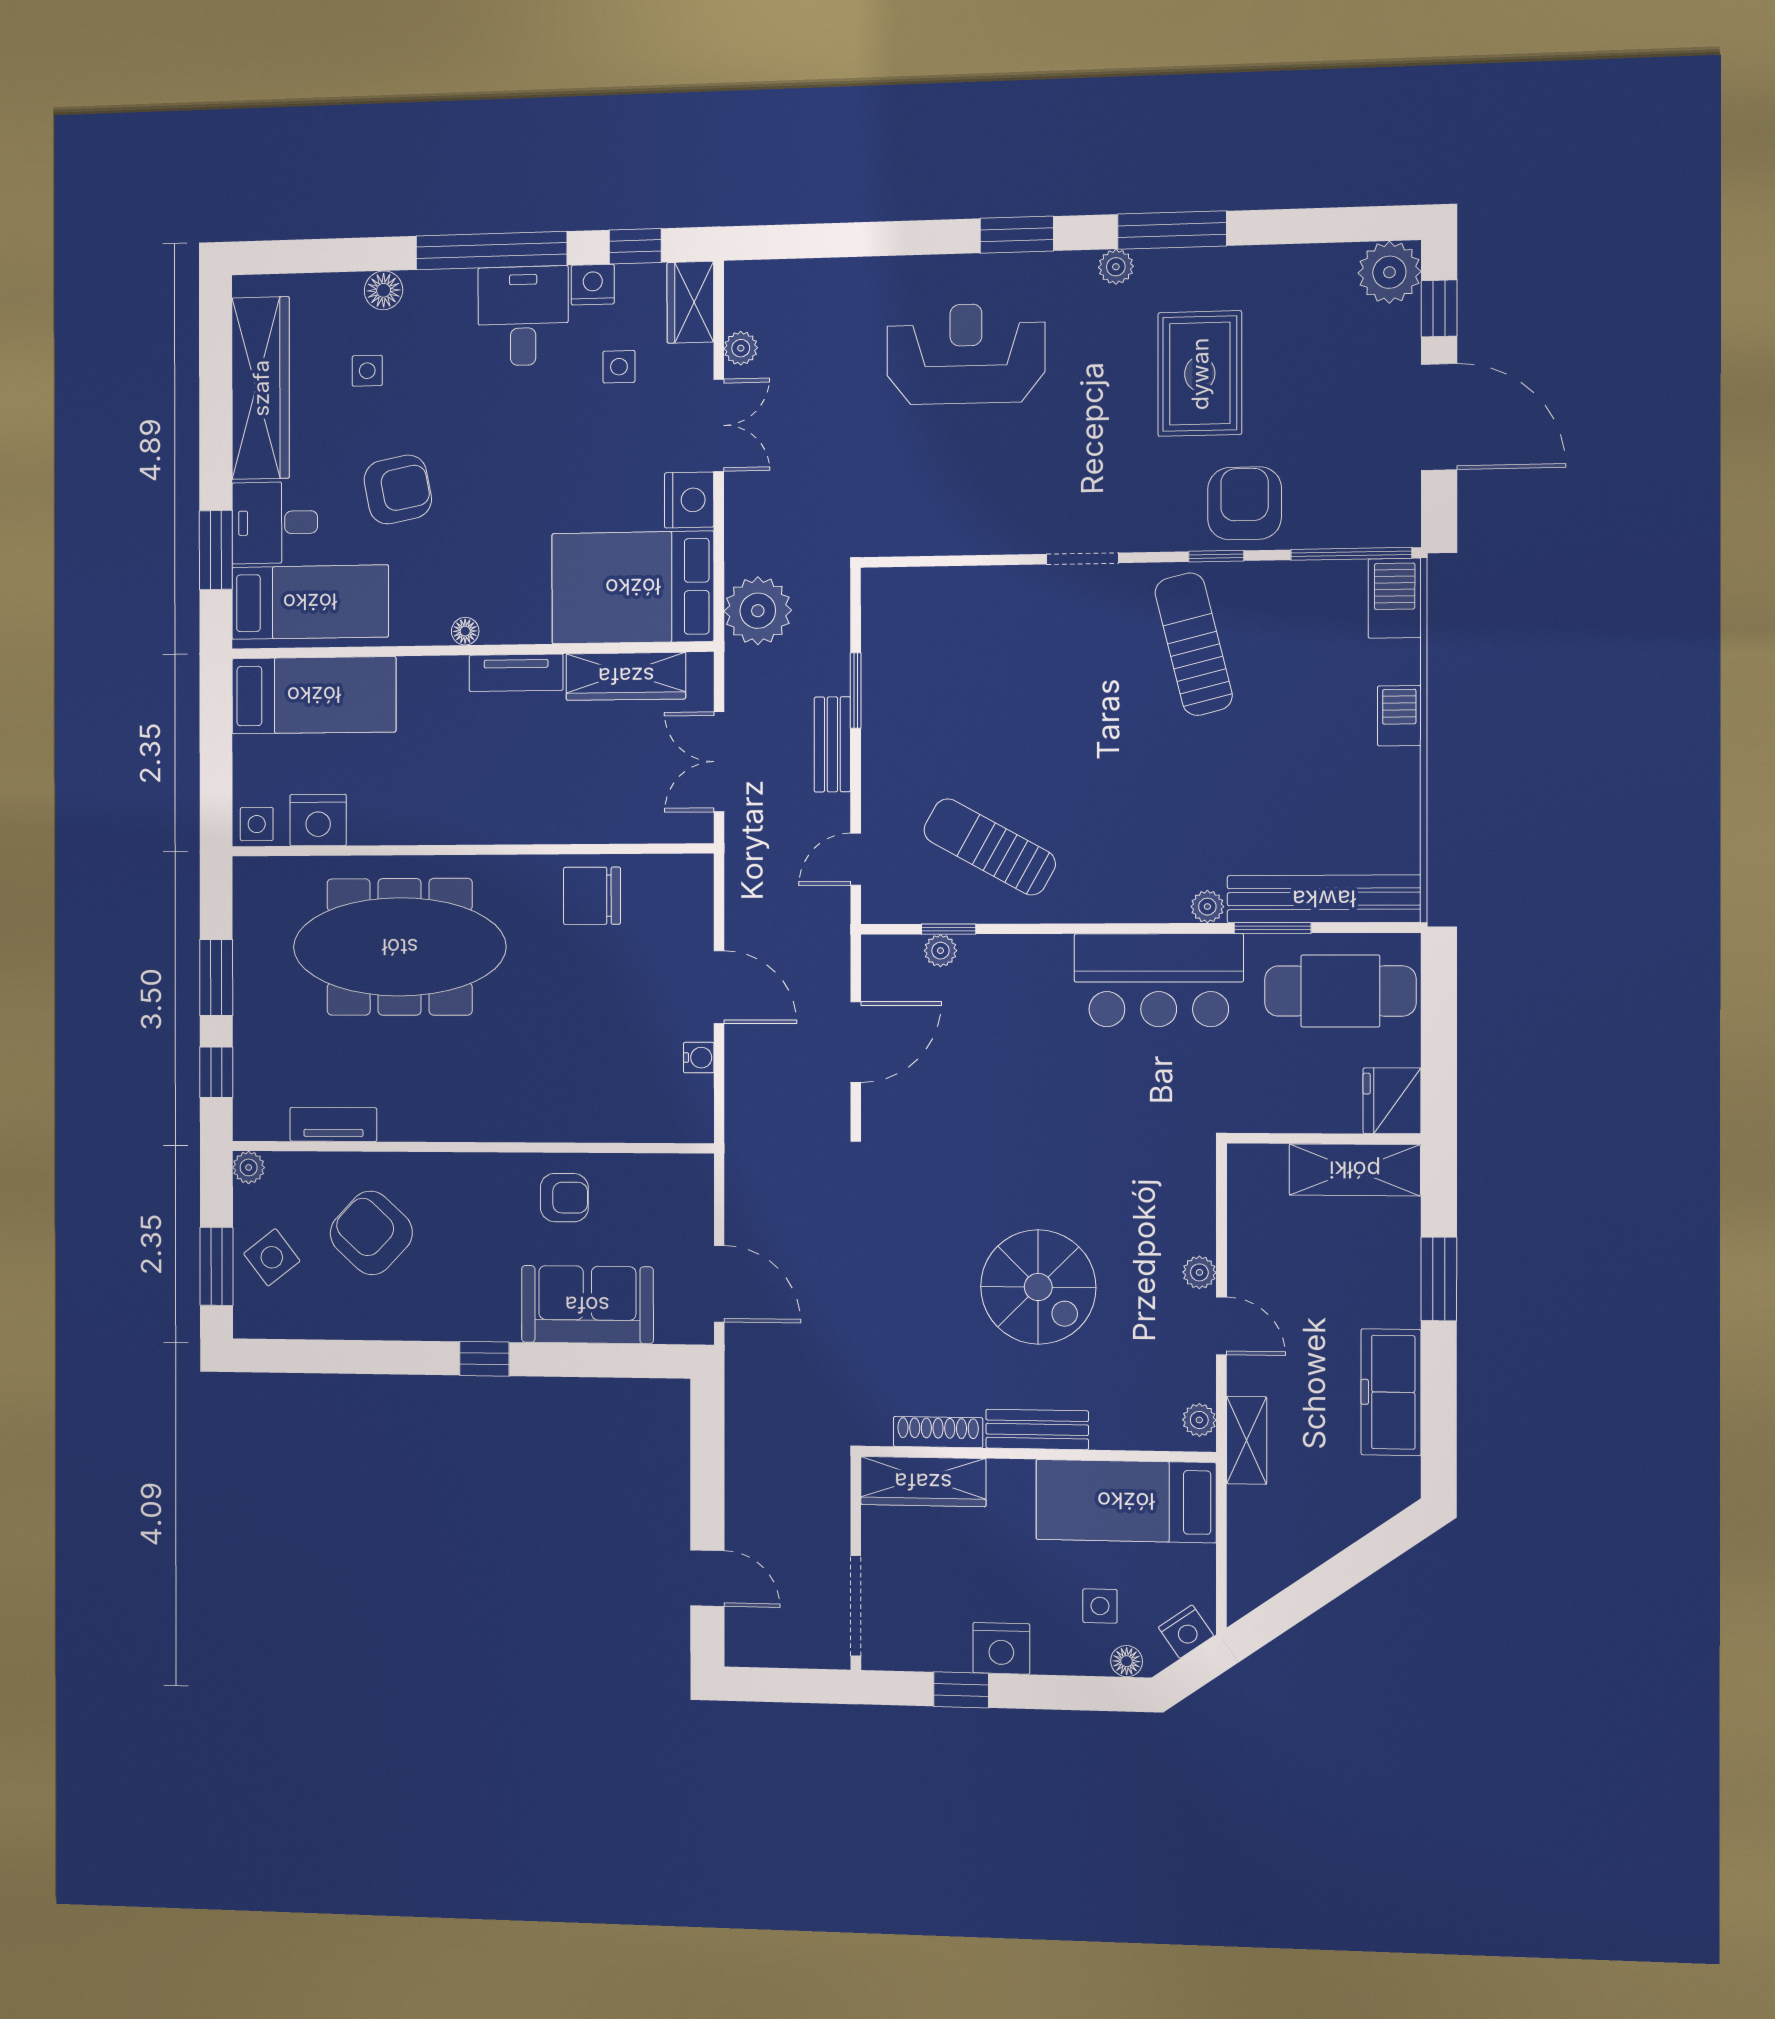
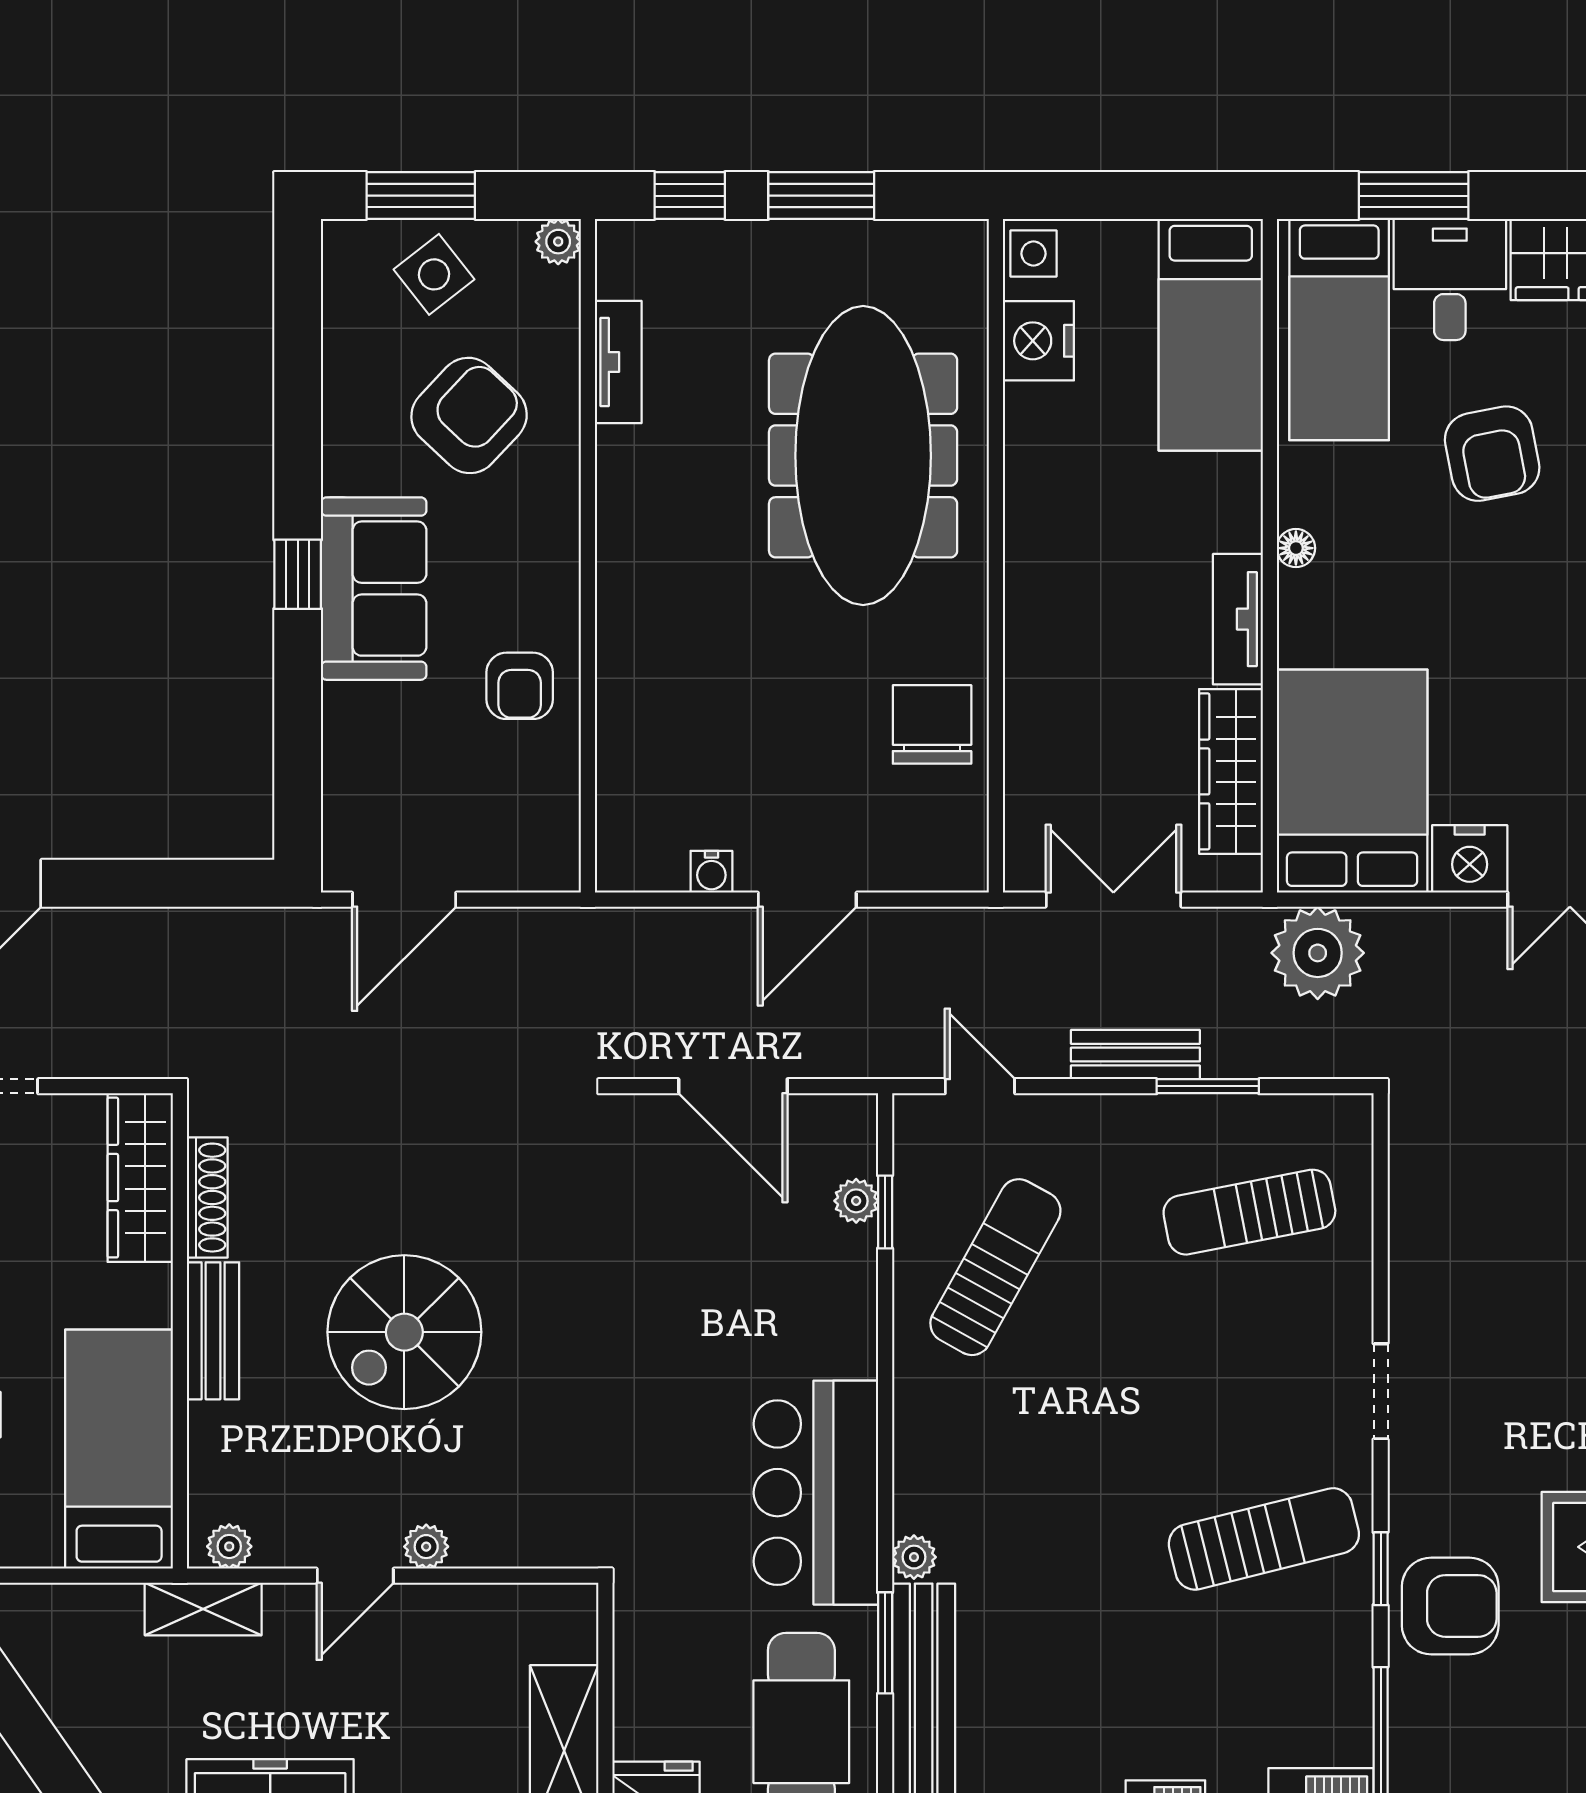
sun lounger: (949, 658) -> (1249, 1212), added
sofa: (587, 1305) -> (374, 589), moved

